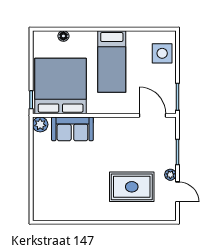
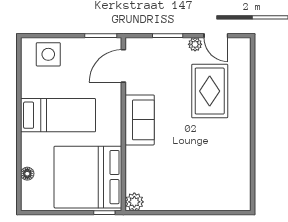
sofa: (72, 129) -> (140, 120), moved
door: (177, 192) -> (216, 36), swing flipped

